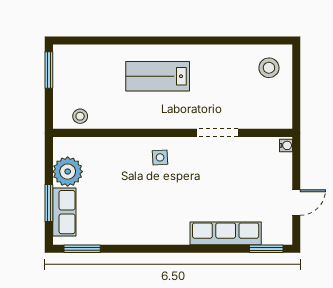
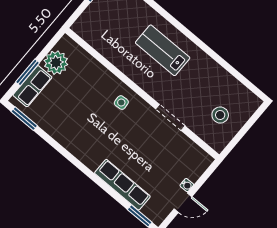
stool: (269, 68) -> (220, 115), moved
stool: (80, 116) -> (93, 34), removed
water cooler: (286, 145) -> (187, 185), moved

